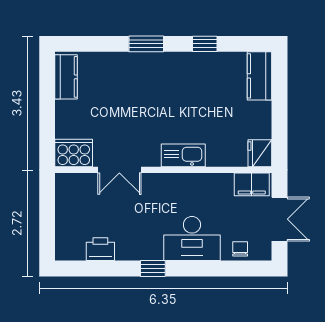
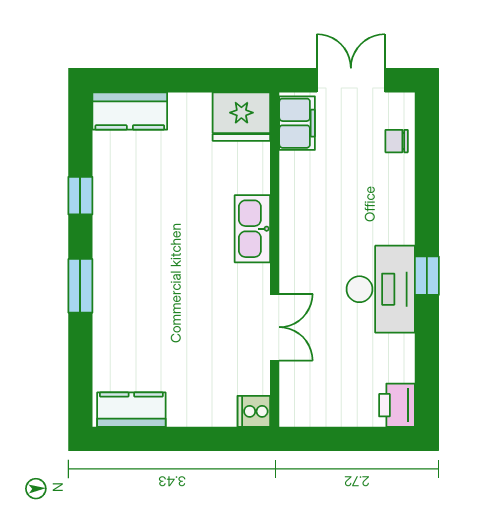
cooker: (74, 153) -> (254, 411), width x0.53, depth x0.76
fridge: (260, 153) -> (241, 117), width x1.36, depth x1.34
desk: (192, 239) -> (381, 289), moved
printer: (100, 249) -> (397, 405), moved

